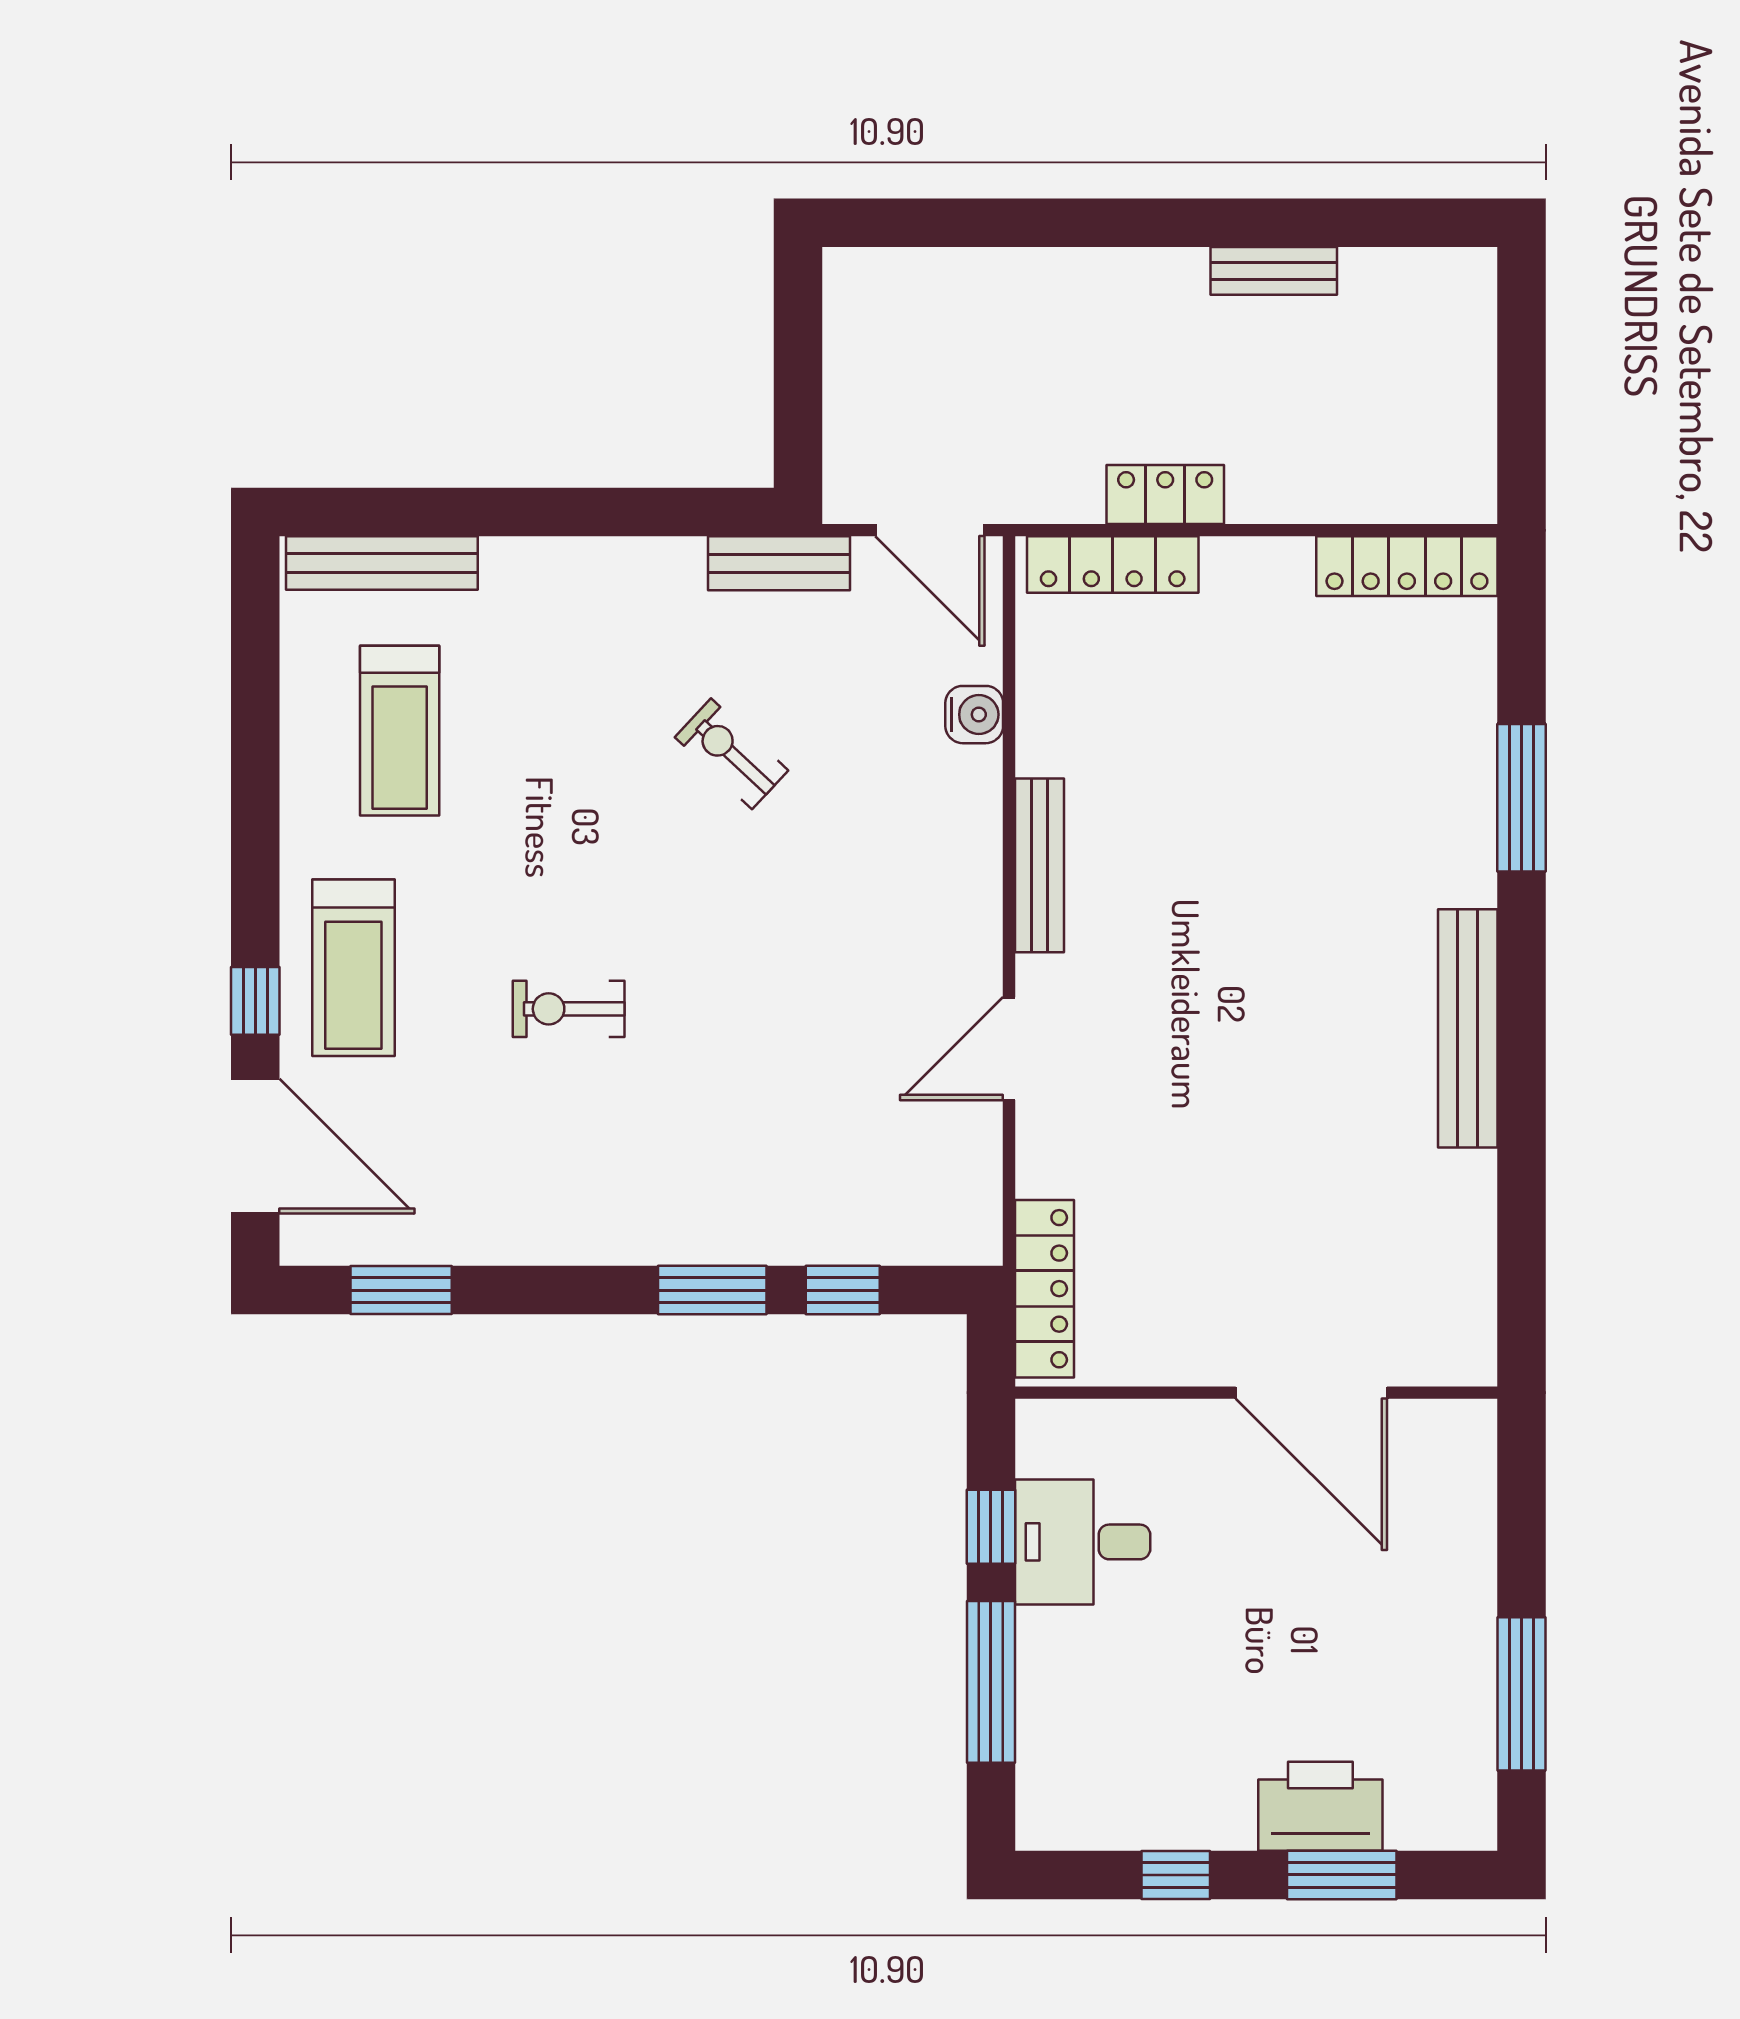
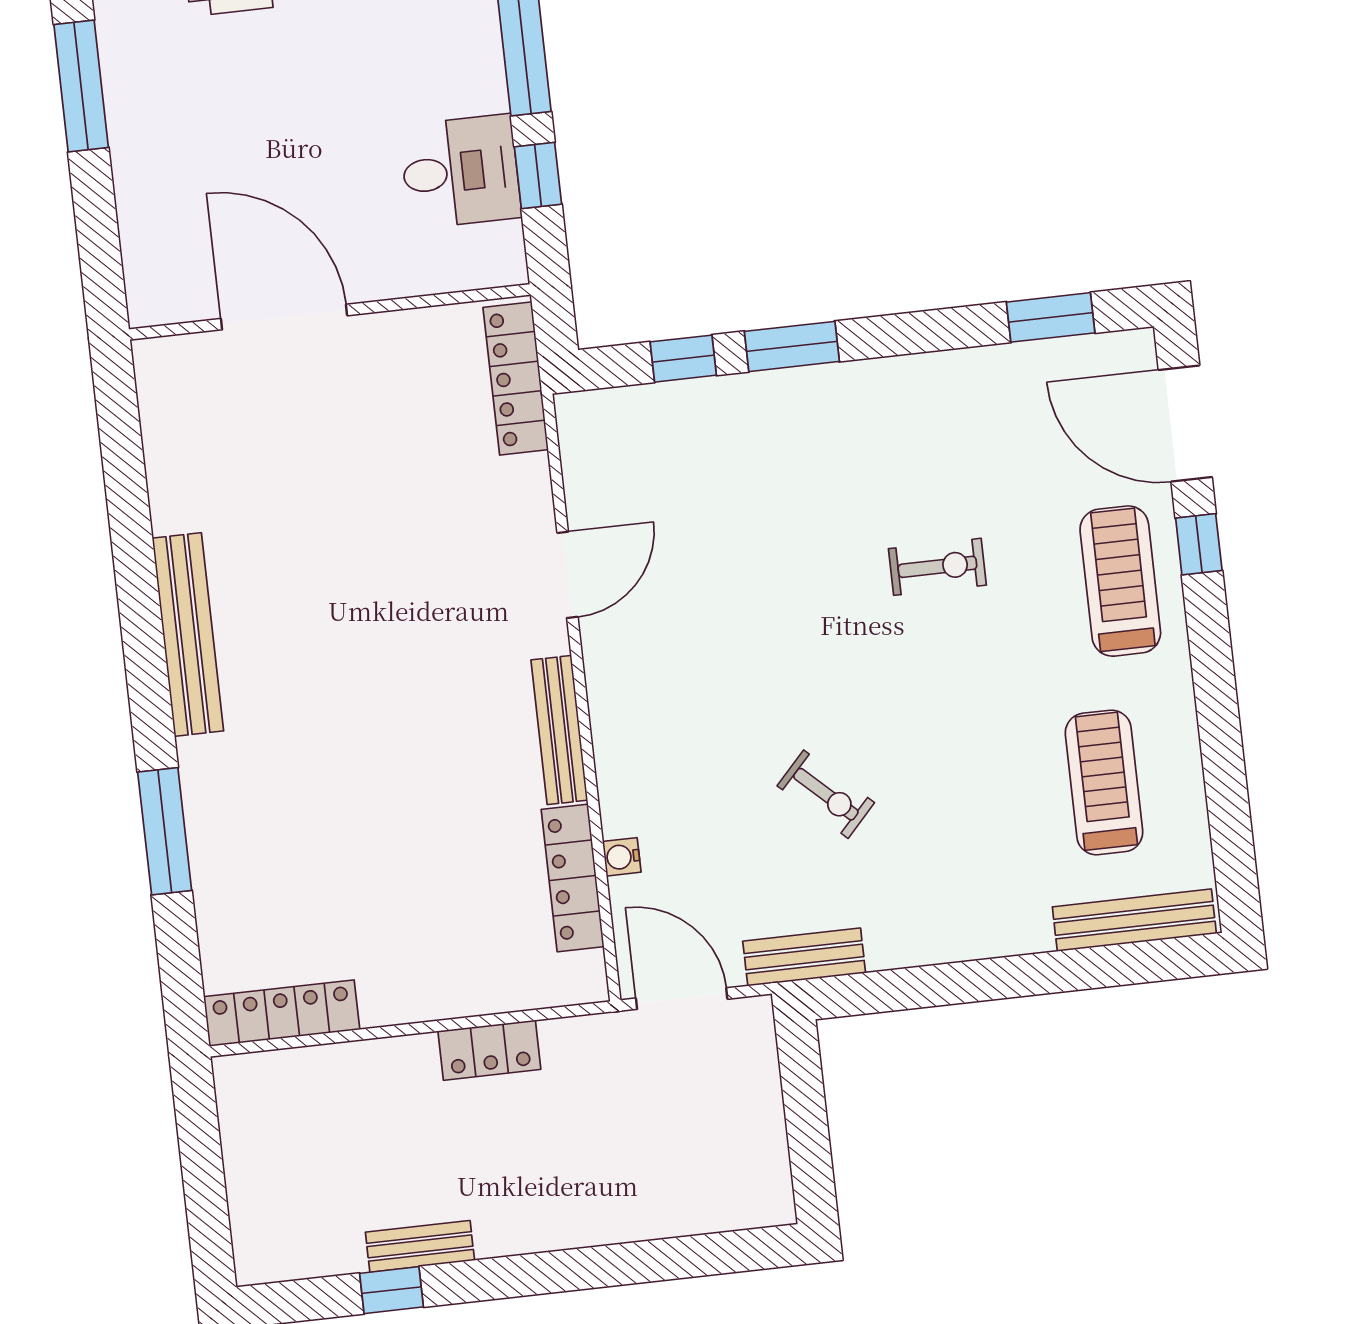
window: (1313, 223) -> (391, 1290), added
locker: (1113, 565) -> (573, 878), moved, turned -90
water cooler: (974, 715) -> (622, 857), width x0.72, depth x0.72

